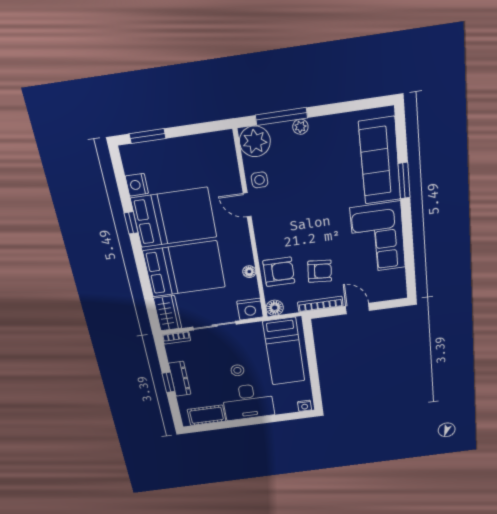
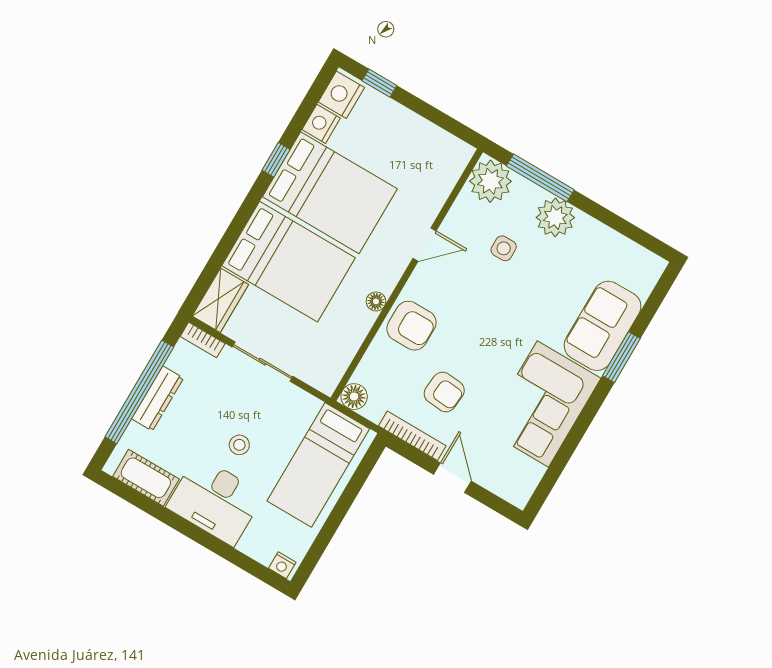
plant: (300, 127) -> (555, 217), width x1.87, depth x1.87
window: (148, 136) -> (379, 83), width x0.67
sofa: (380, 161) -> (603, 326), width x0.73
side table: (259, 180) -> (504, 248), moved
door: (247, 205) -> (425, 245), swing flipped
floor lamp: (249, 272) -> (376, 301), moved
armchair: (279, 272) -> (411, 326), moved
nightstand: (250, 309) -> (341, 95), moved, turned 90
window: (168, 382) -> (139, 392), width x3.17

